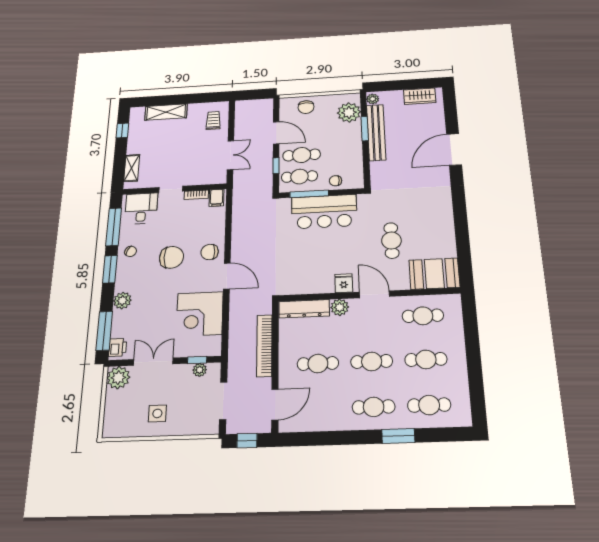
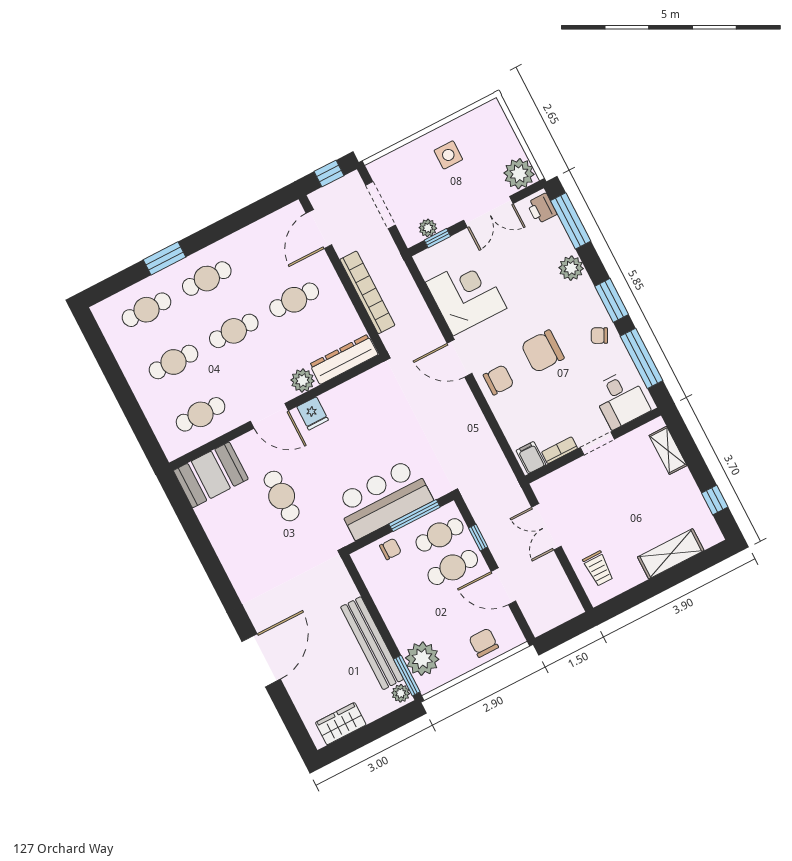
window: (365, 129) -> (407, 675), moved

